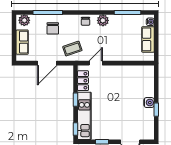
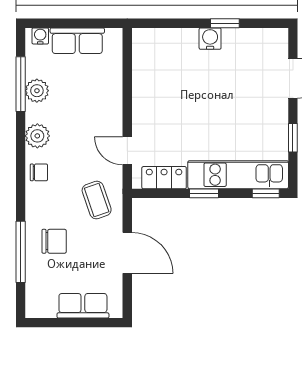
plant: (24, 20) -> (37, 91), moved

